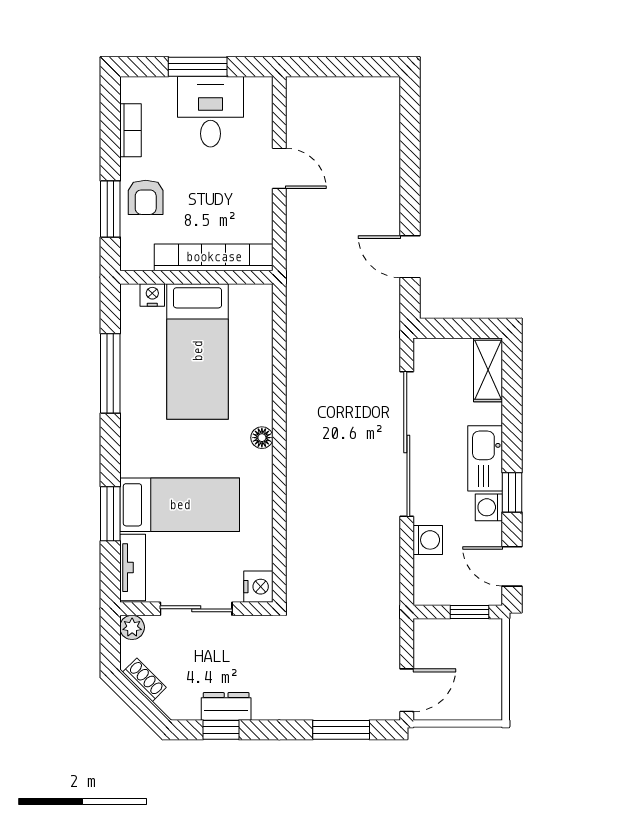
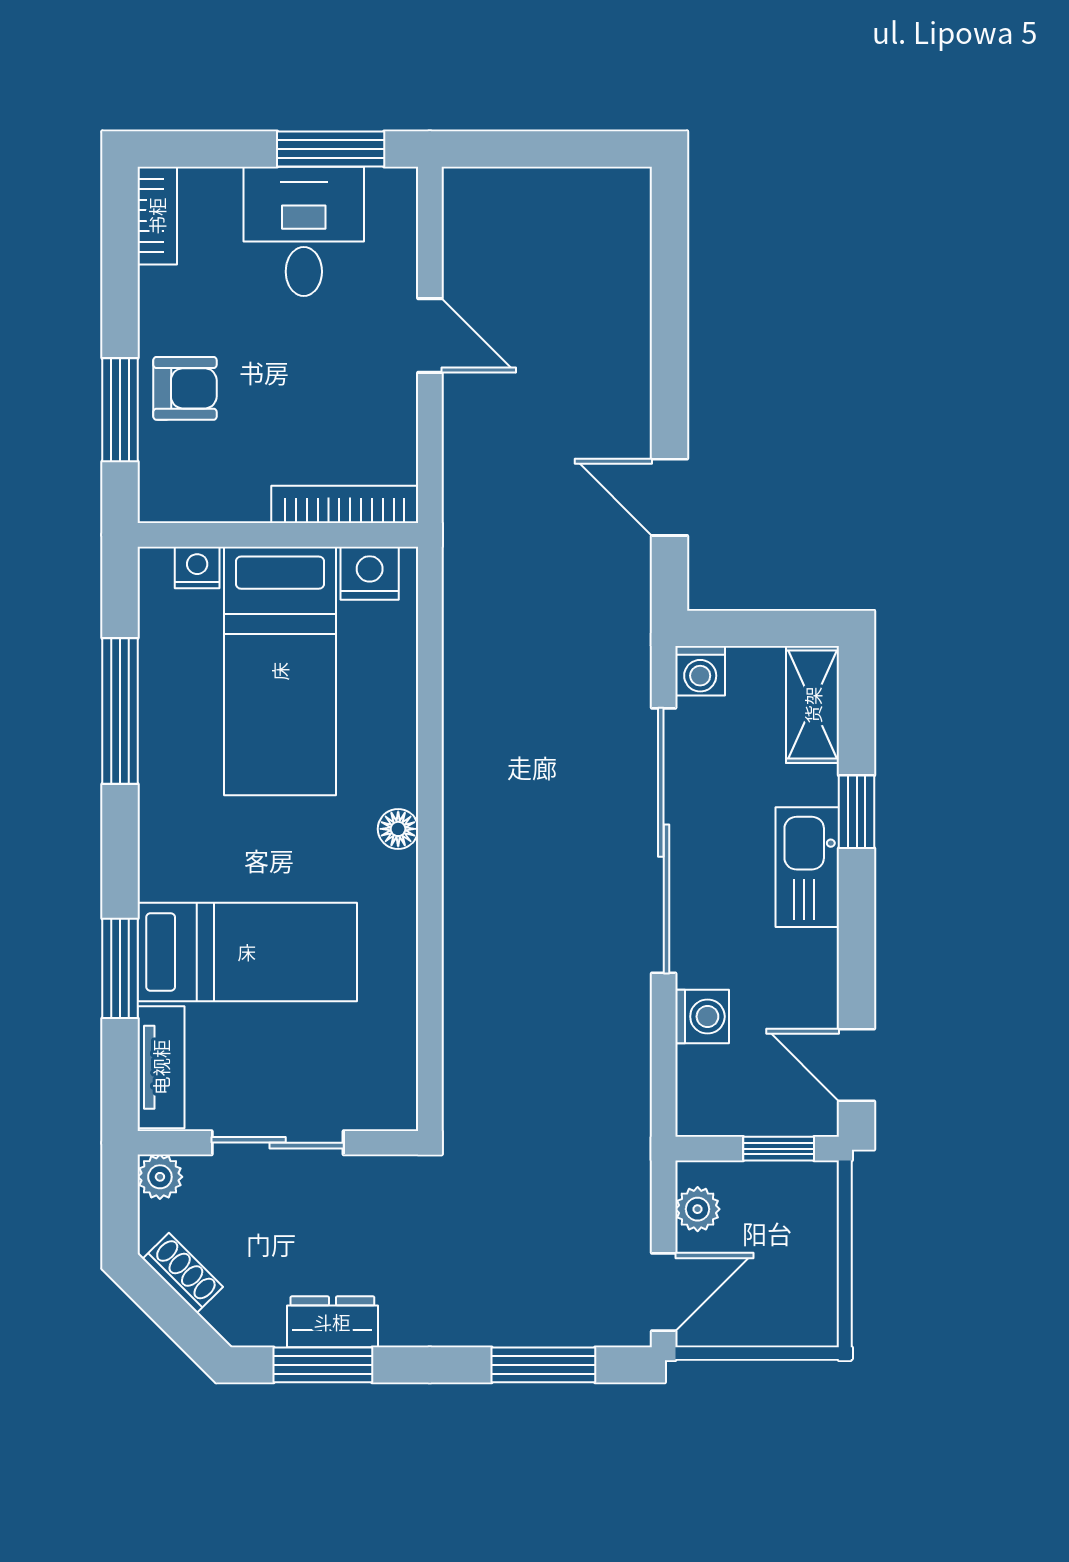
window: (198, 67) -> (331, 149), moved
bookcase: (131, 130) -> (157, 216), moved
armchair: (146, 197) -> (185, 388), turned -90
bookcase: (214, 257) -> (345, 504), width x0.68, depth x0.76
window: (512, 492) -> (857, 812), moved
washing machine: (489, 507) -> (700, 671), moved, turned -90
nightstand: (258, 587) -> (370, 573), moved, turned -90
plant: (425, 645) -> (698, 1209), added
window: (221, 730) -> (323, 1365), width x1.50

